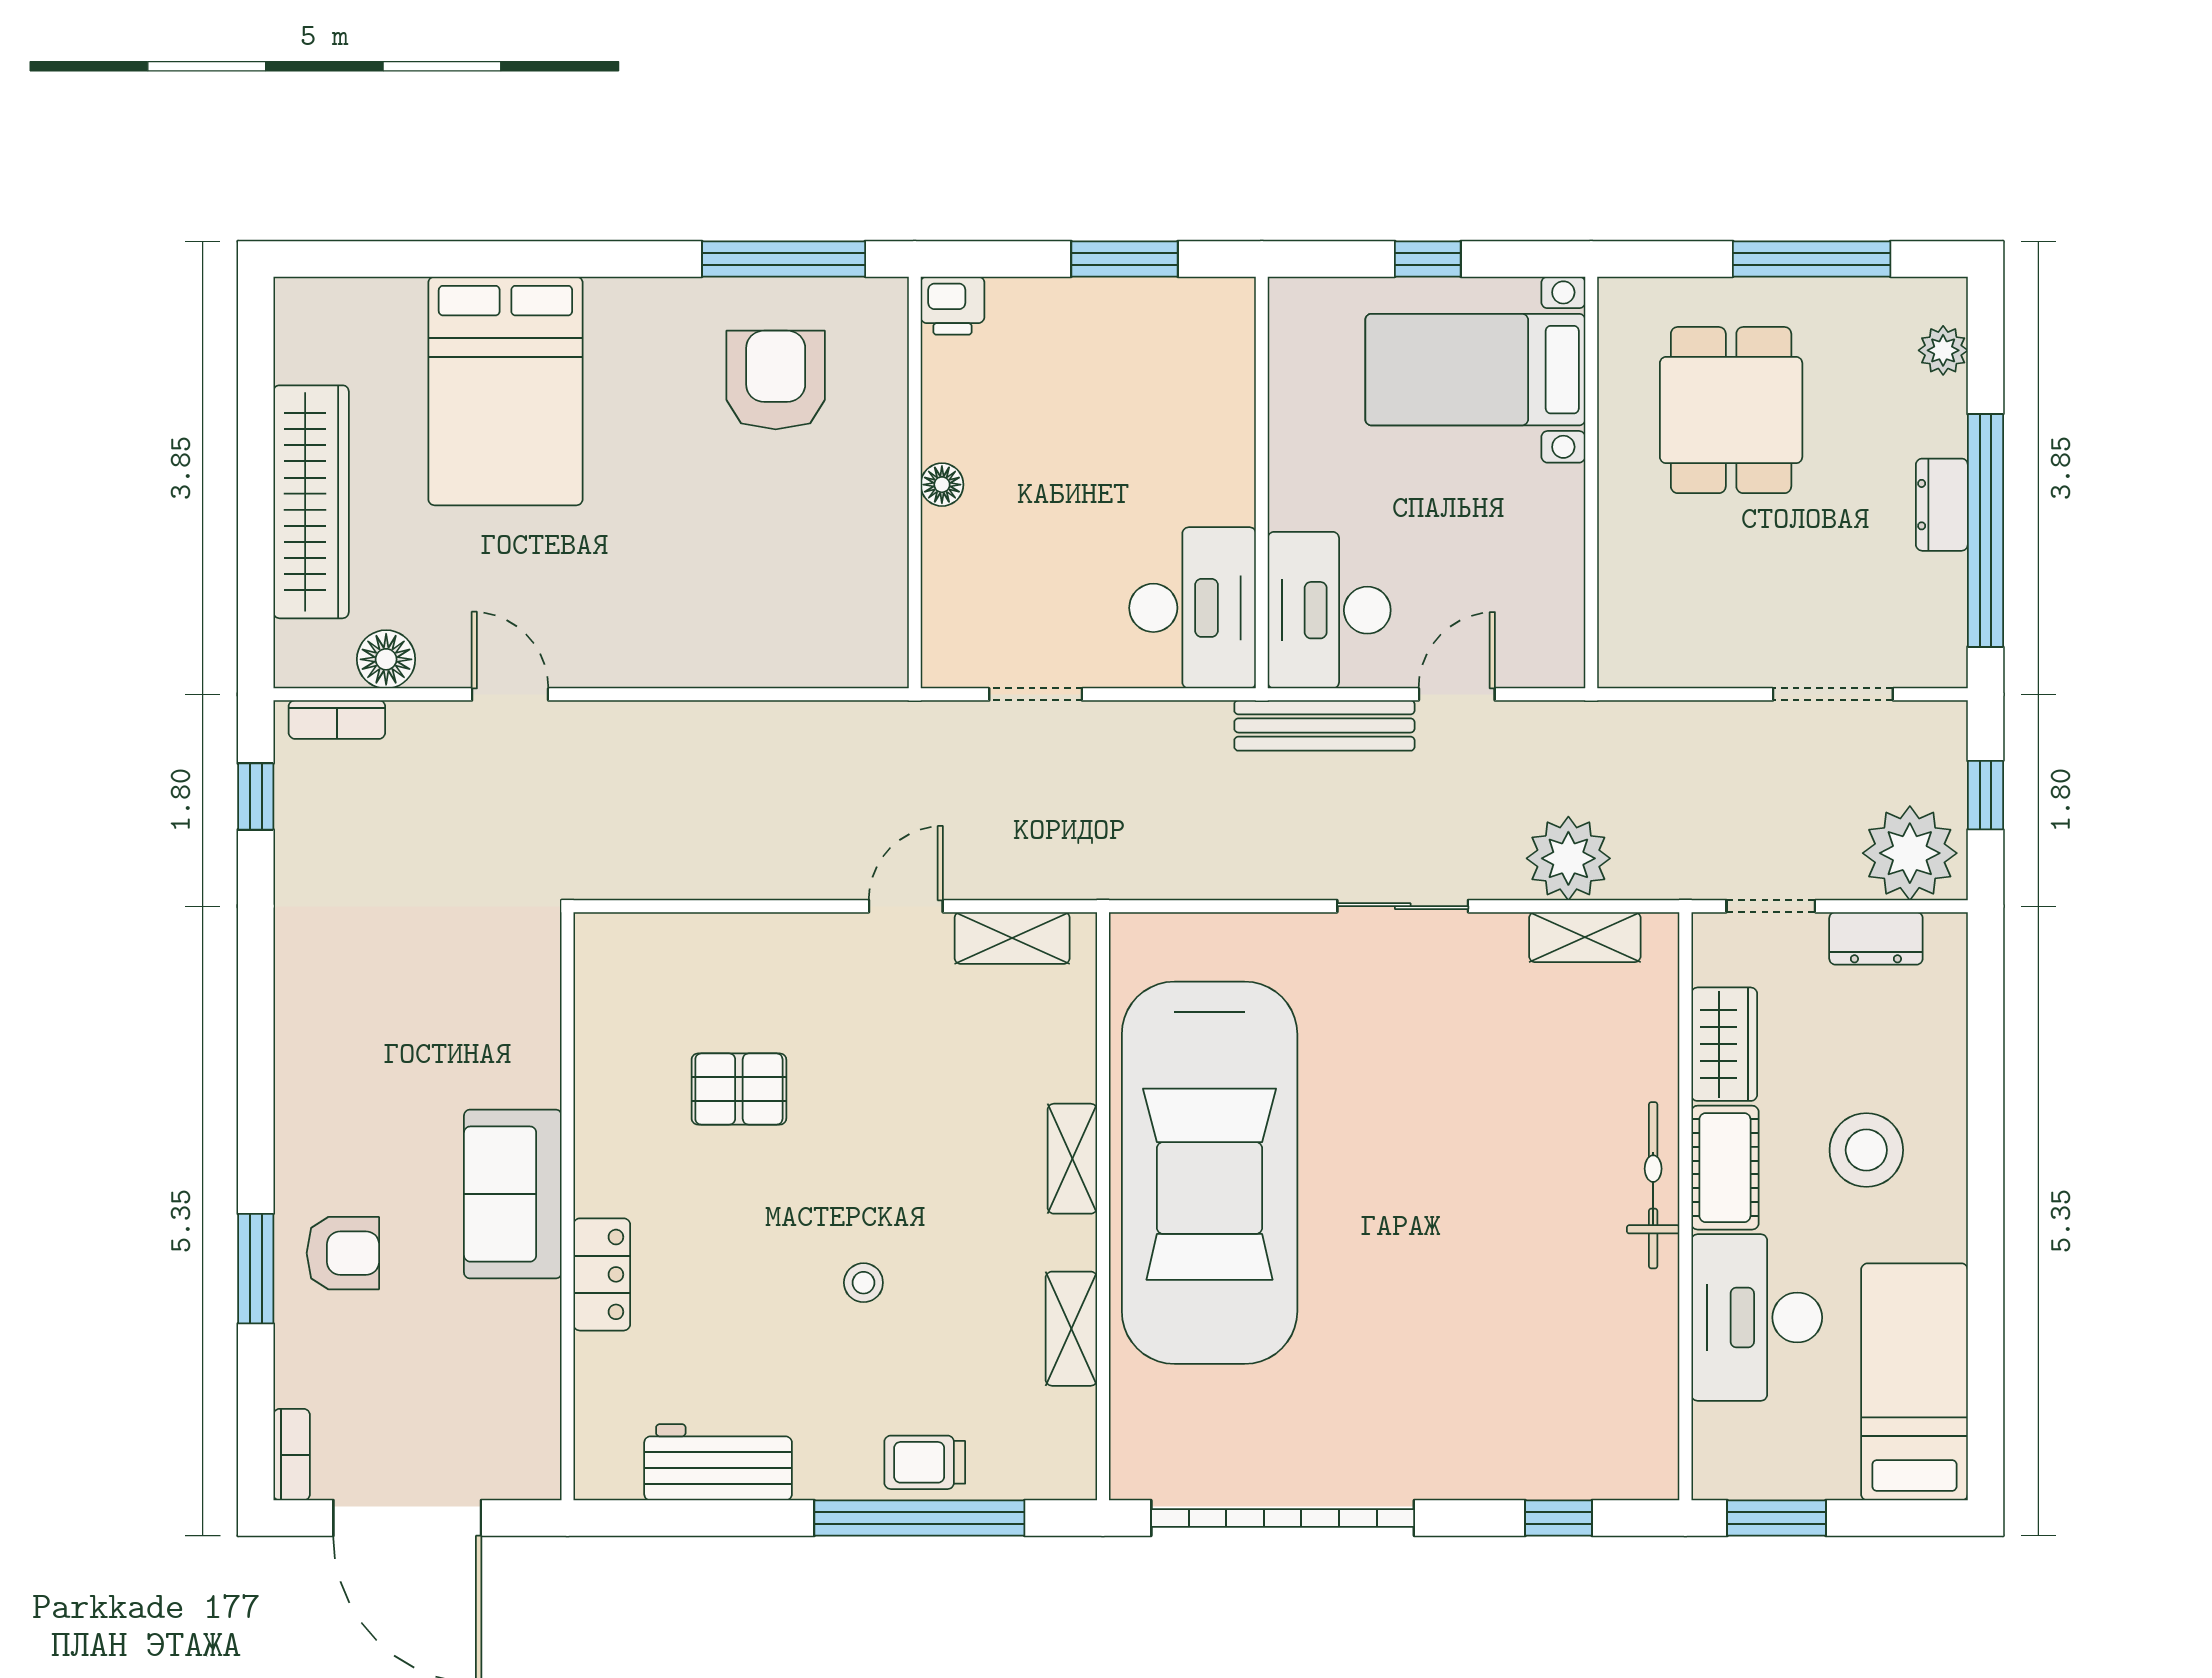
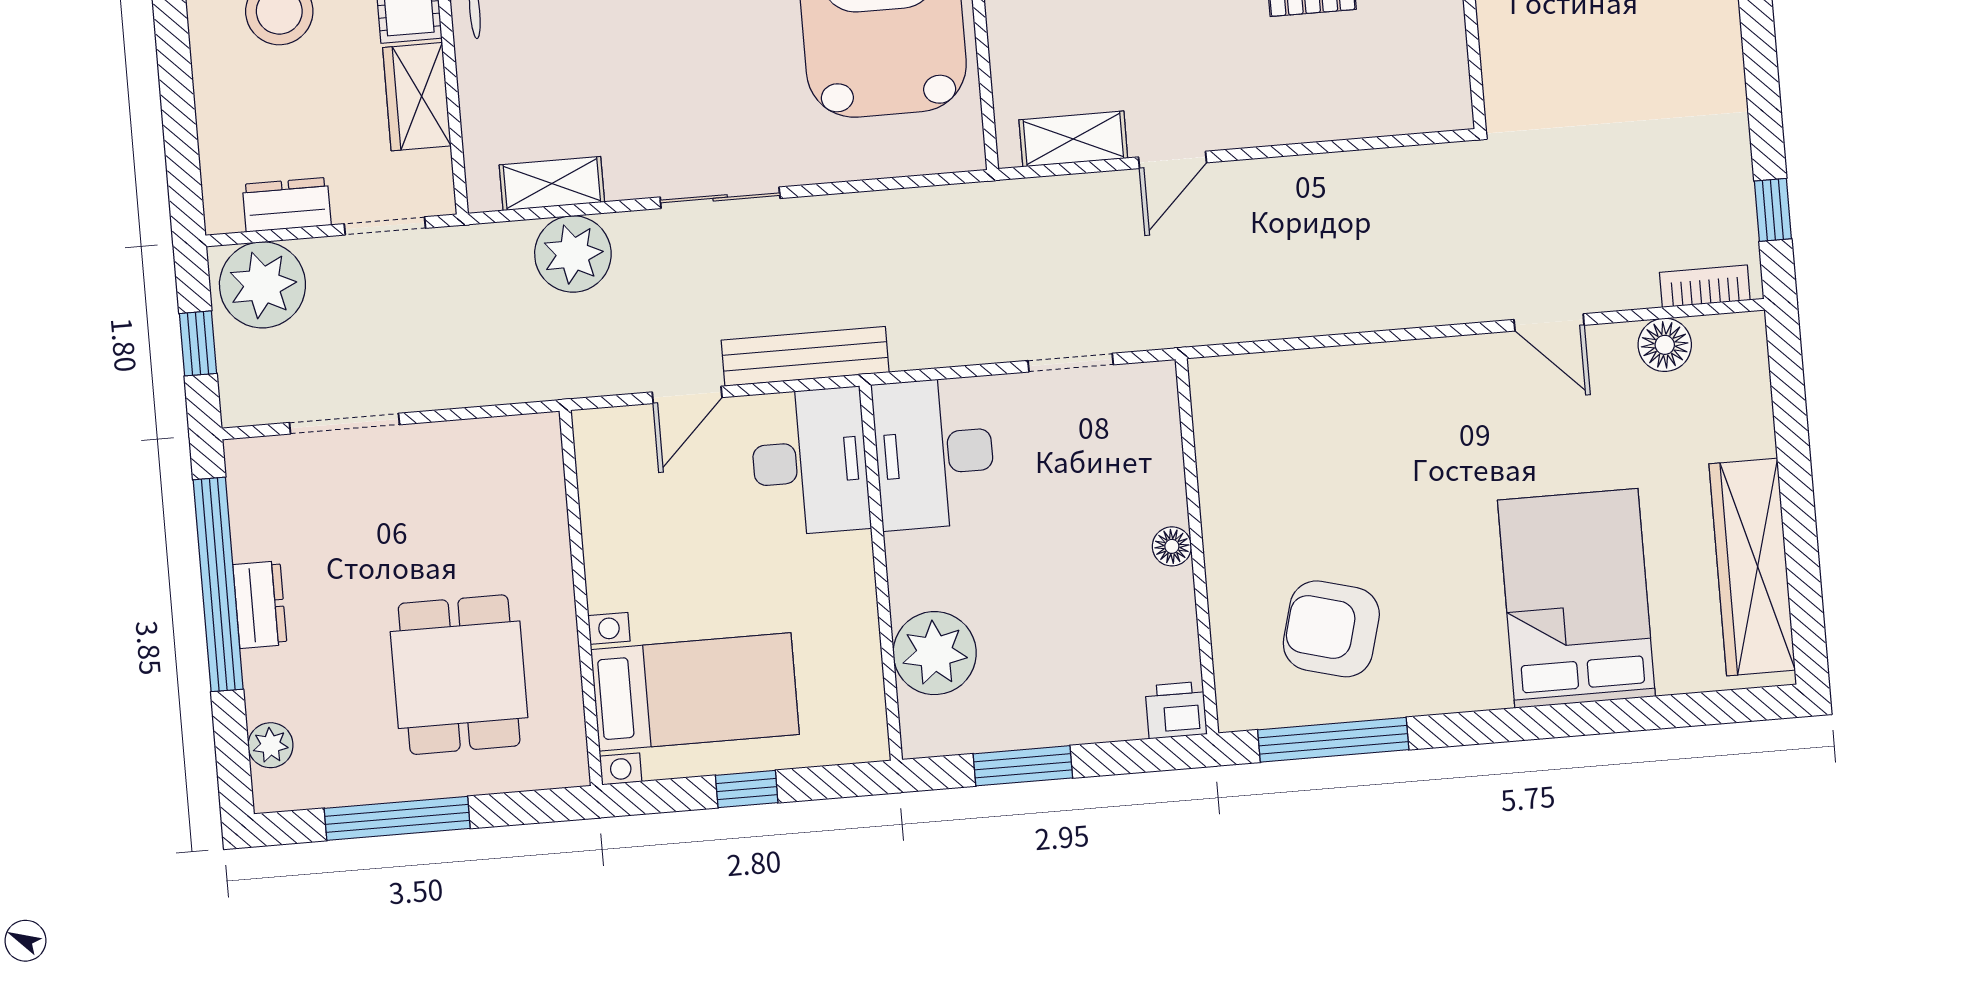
armchair: (776, 380) -> (1331, 629), turned 105
plant: (1210, 390) -> (935, 653), added
wardrobe: (311, 502) -> (1752, 567), moved

